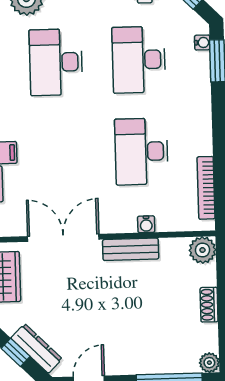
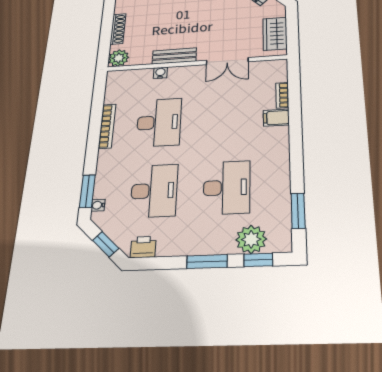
bookcase: (206, 188) -> (107, 126), moved
double door: (63, 238) -> (227, 61), width x0.73
shoe rack: (209, 305) -> (118, 29), width x1.43

